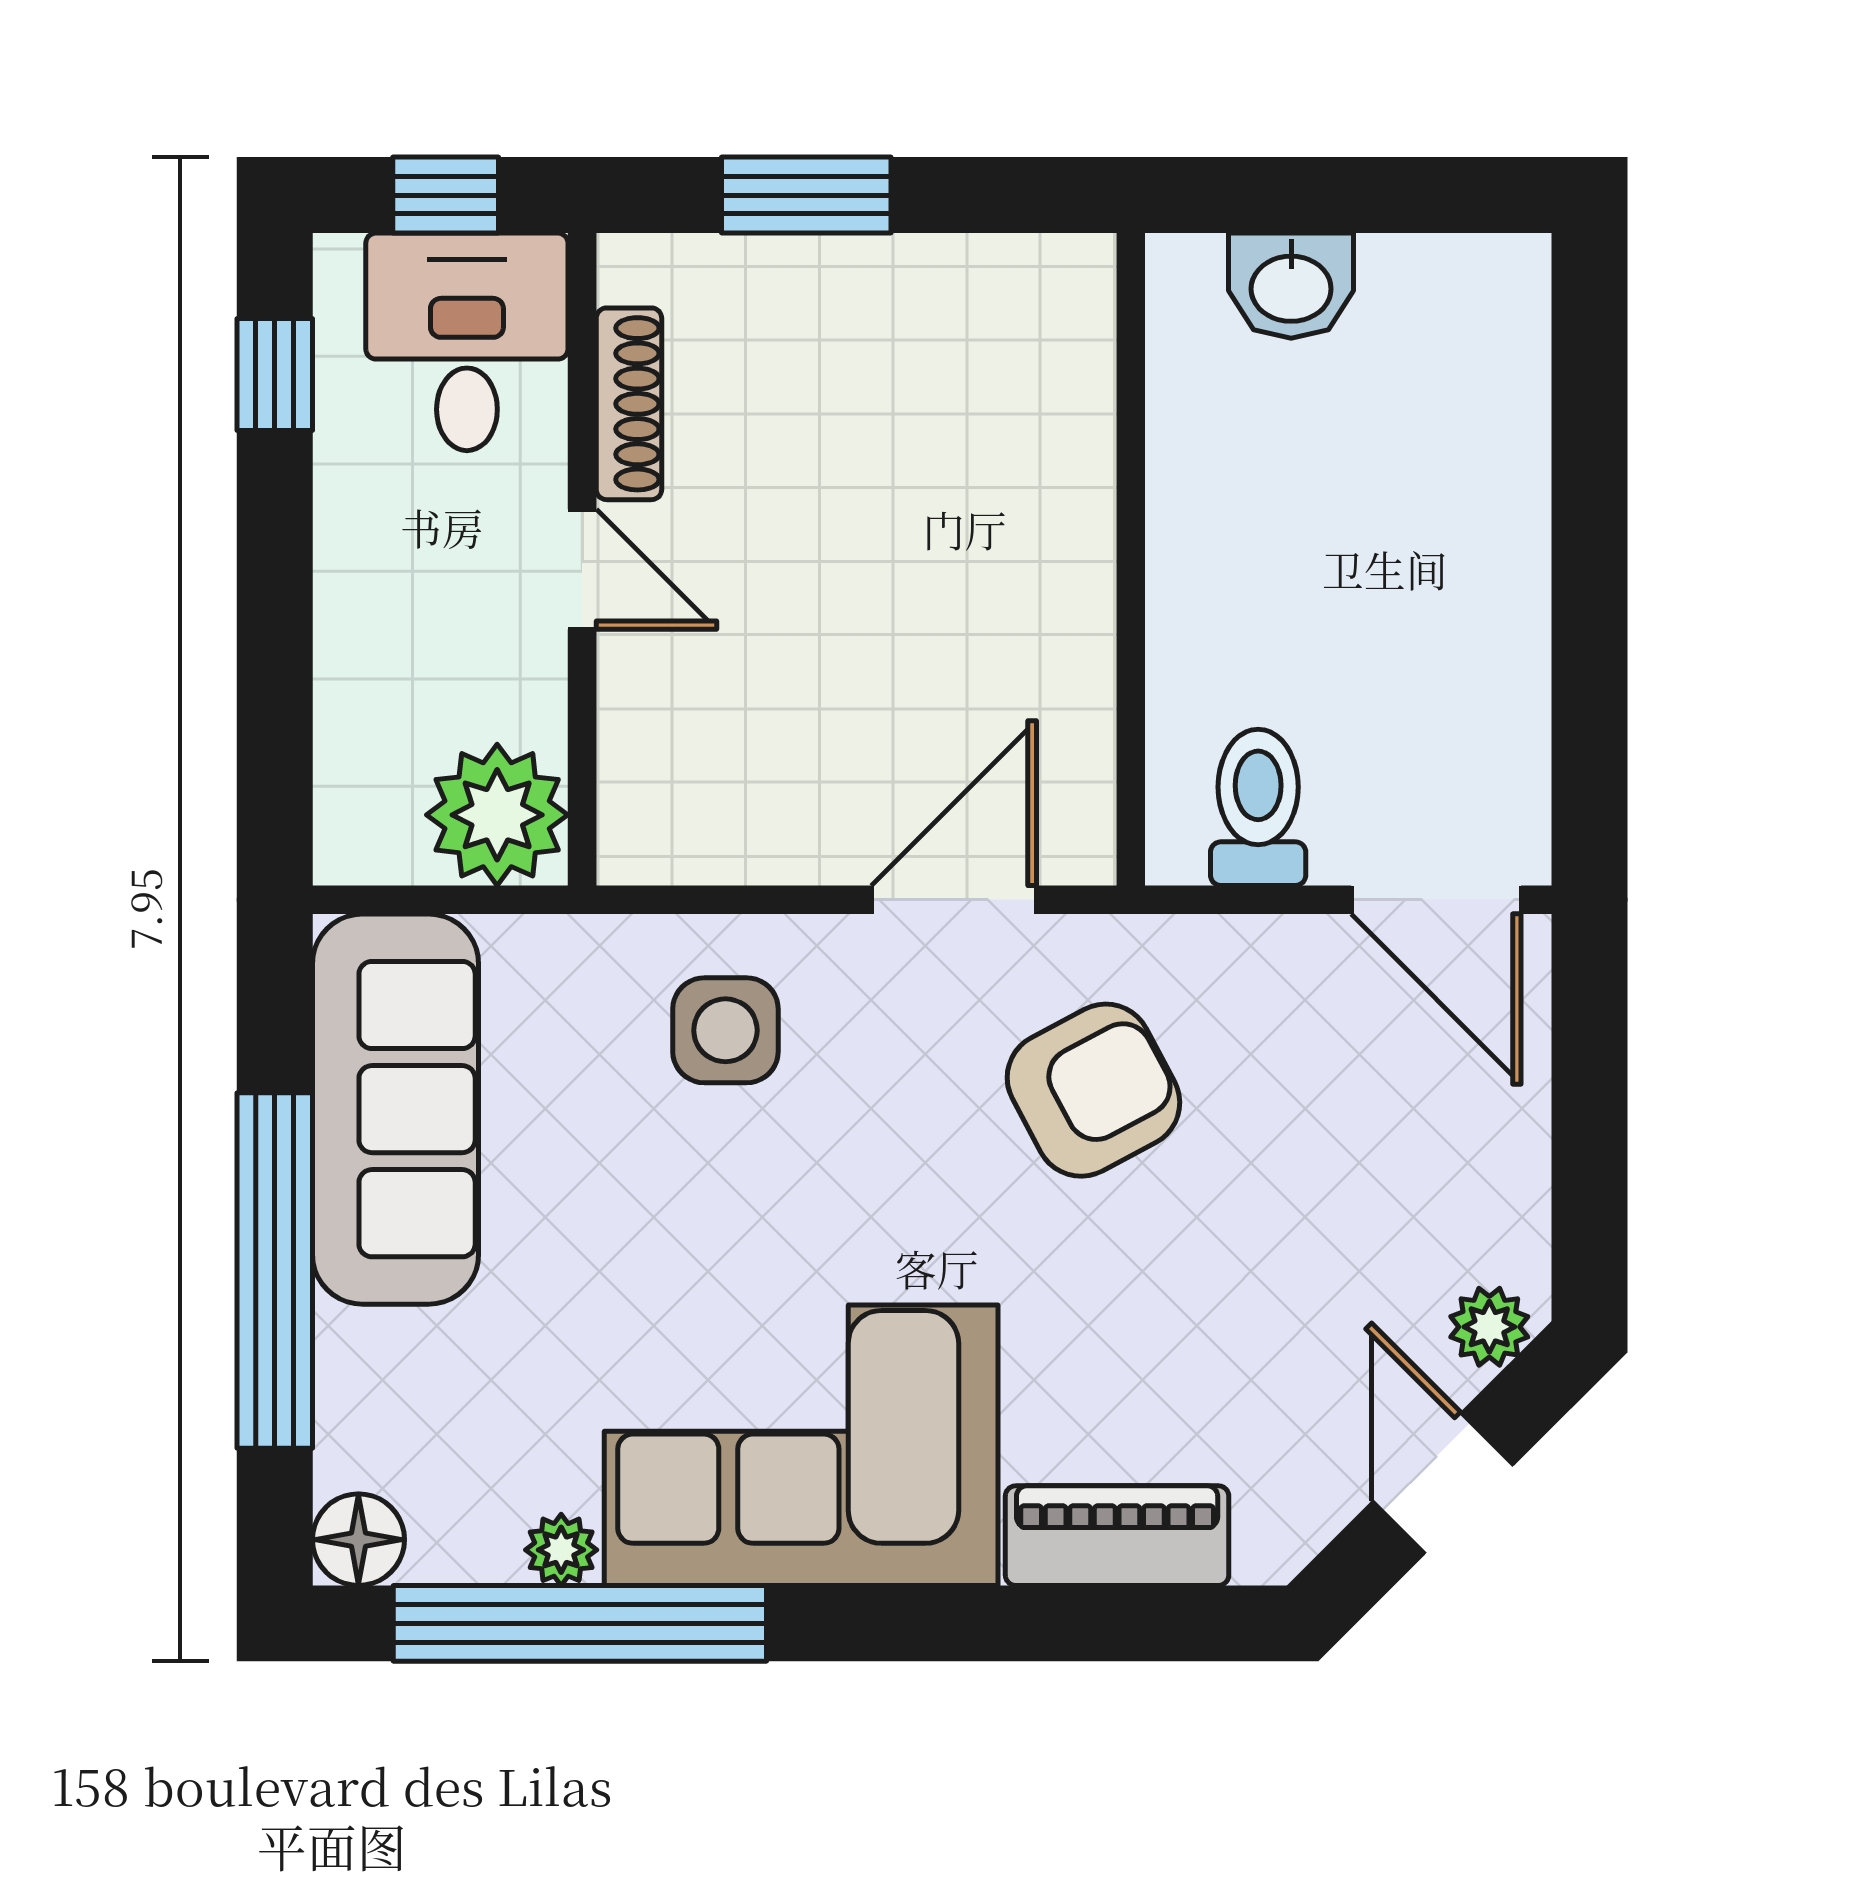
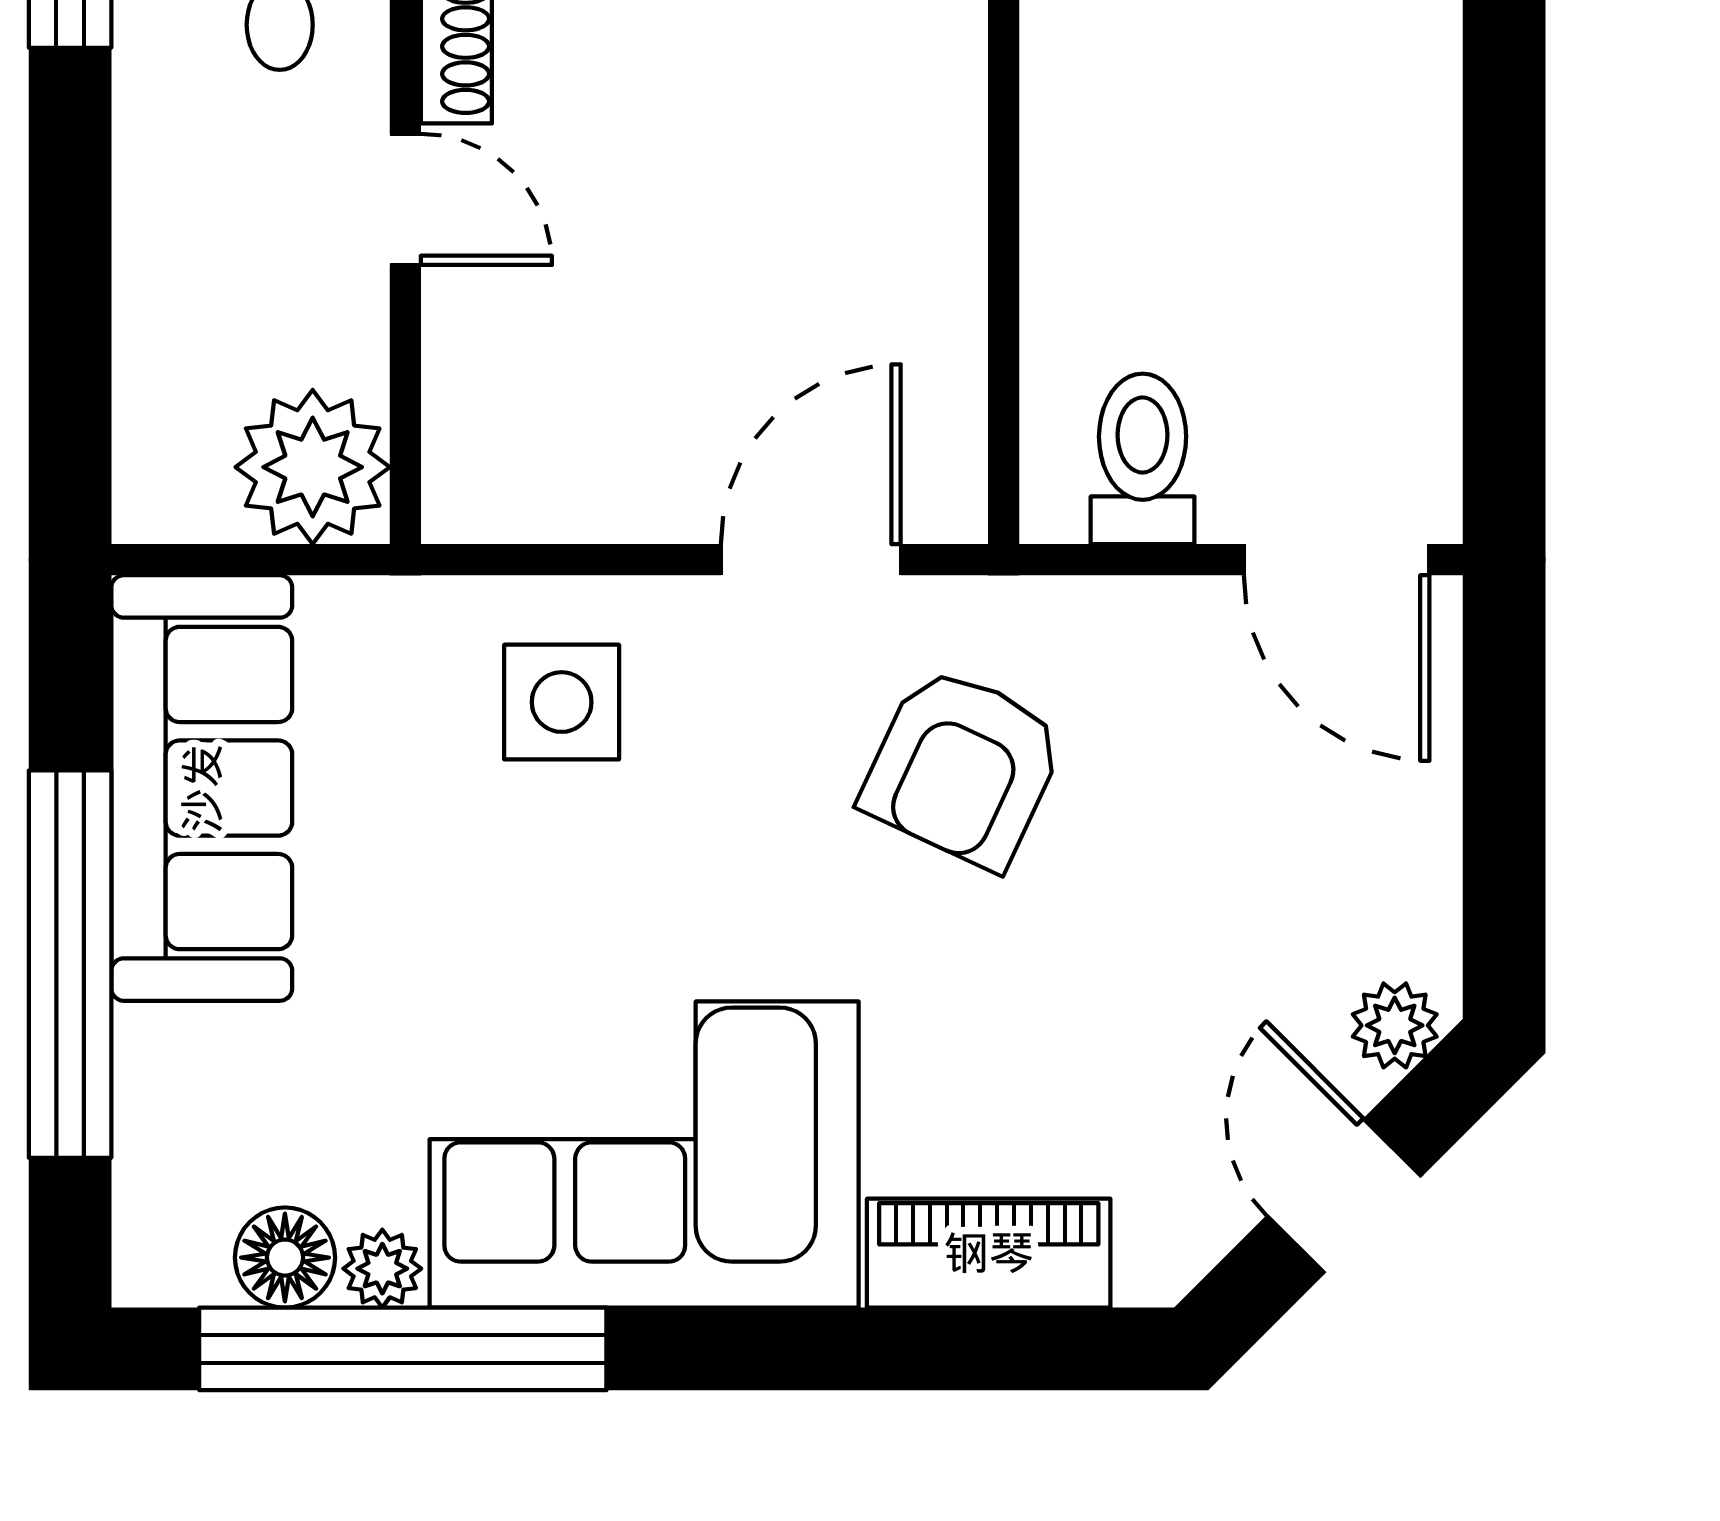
armchair: (1093, 1090) -> (963, 767), turned 143
floor lamp: (358, 1540) -> (285, 1258), moved

